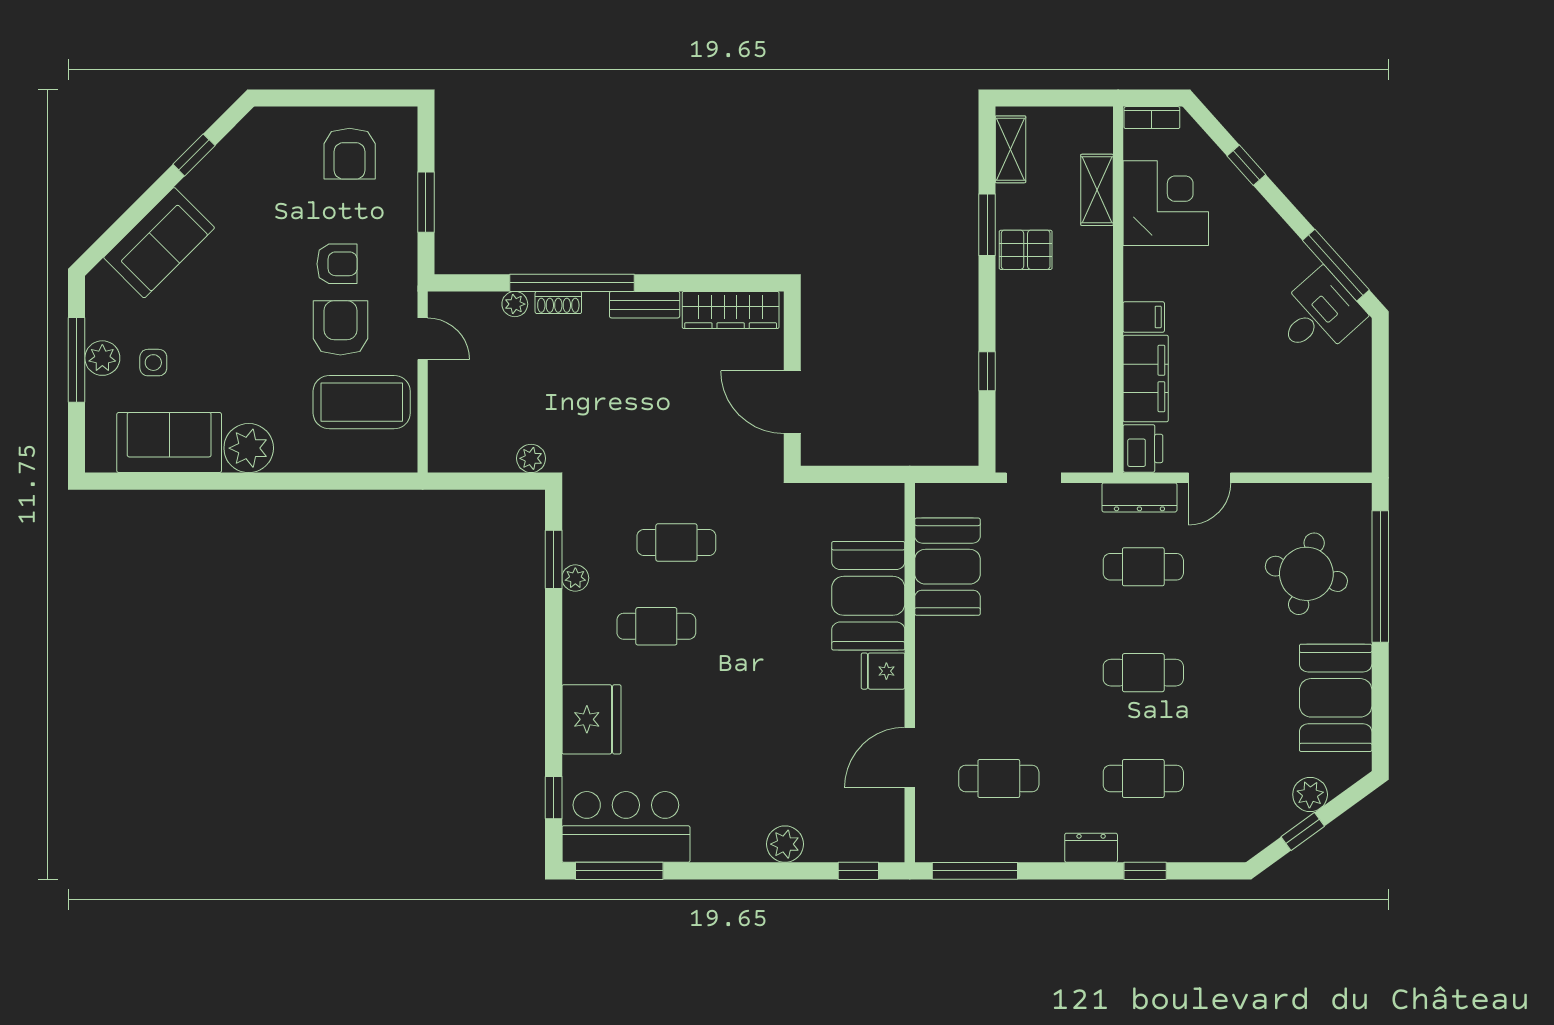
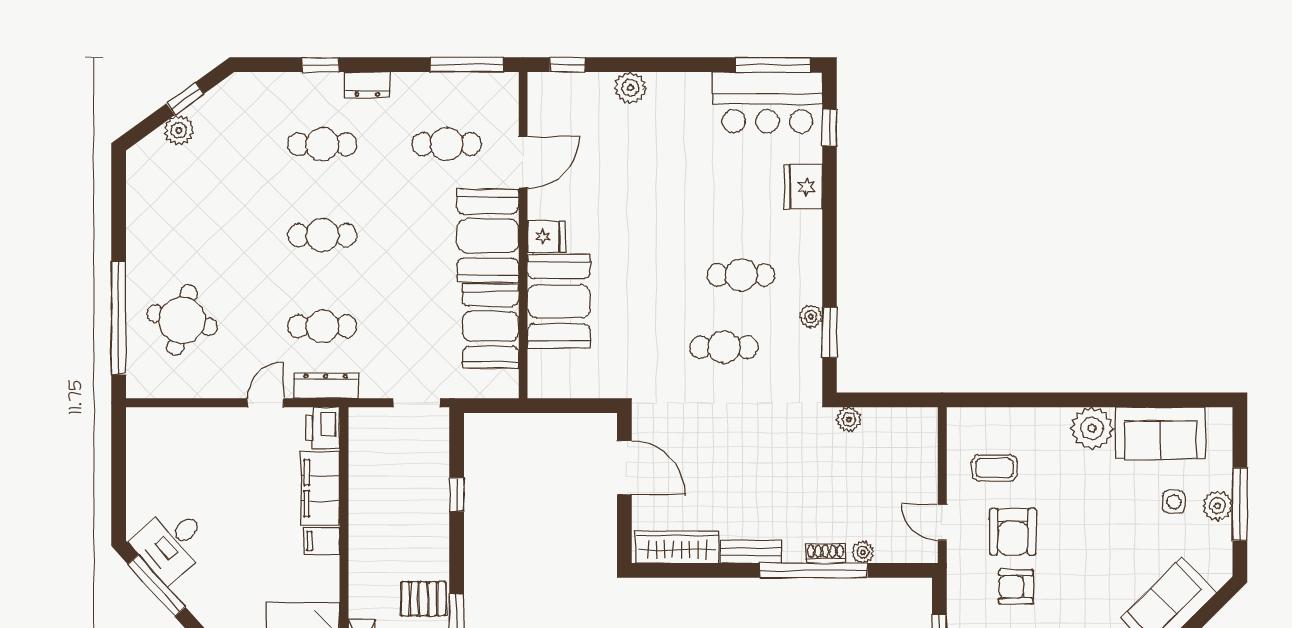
coffee table: (362, 402) -> (995, 468), width x0.54, depth x0.58
booth: (1336, 698) -> (488, 236), moved
fridge: (591, 719) -> (803, 187), width x0.73, depth x0.75

